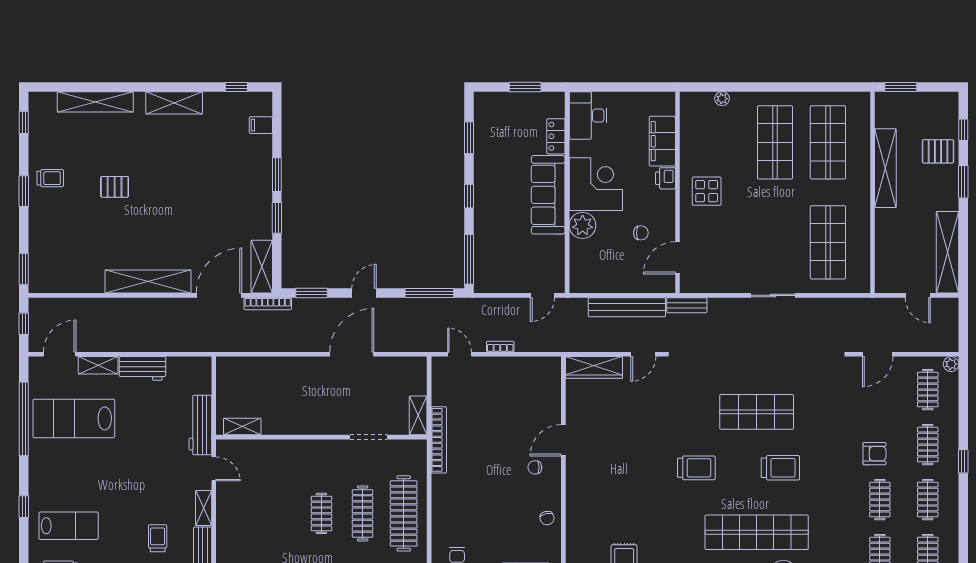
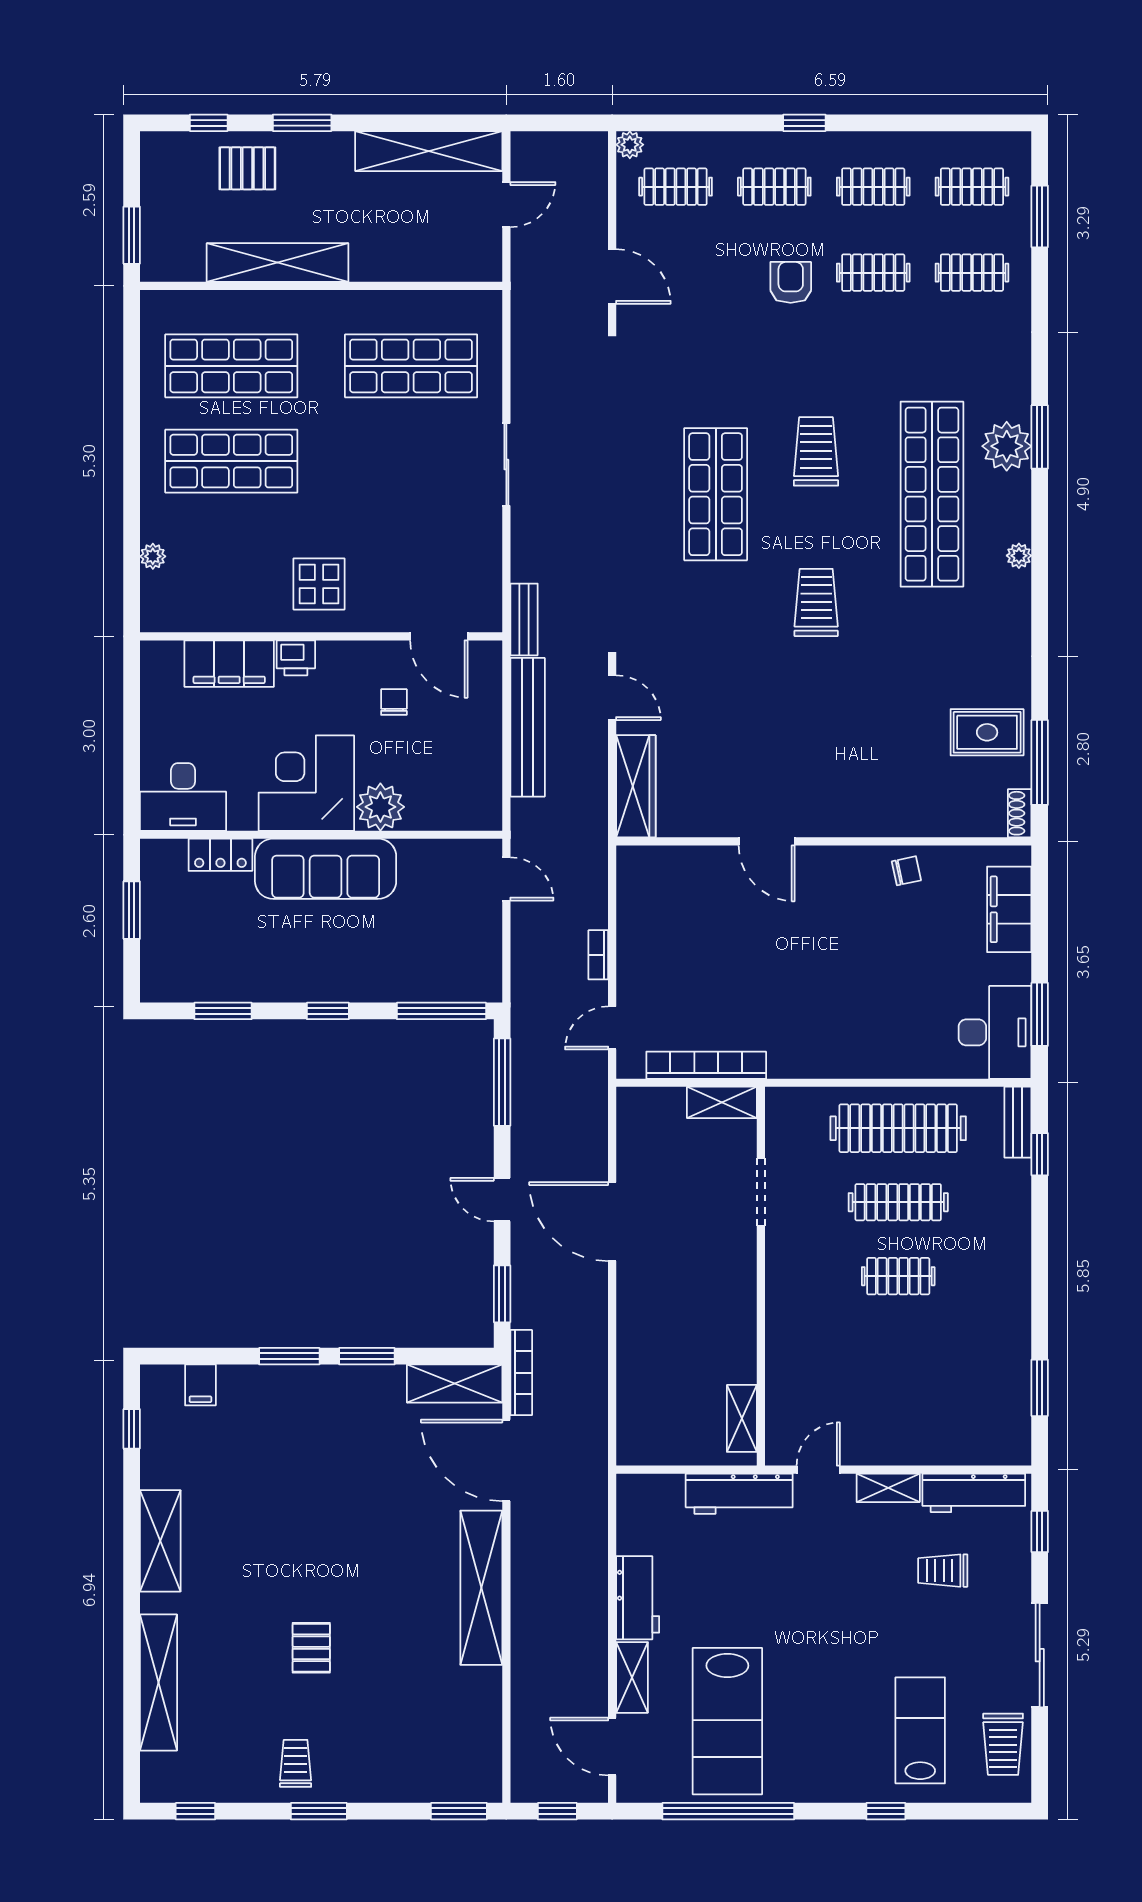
pallet: (938, 151) -> (247, 168), turned 90
bookcase: (439, 440) -> (706, 1065), moved
chair: (535, 467) -> (815, 892), removed

